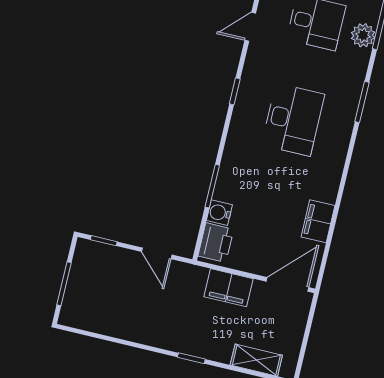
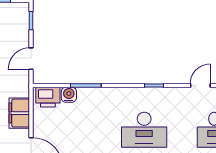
door: (250, 27) -> (200, 86), hinge flipped

